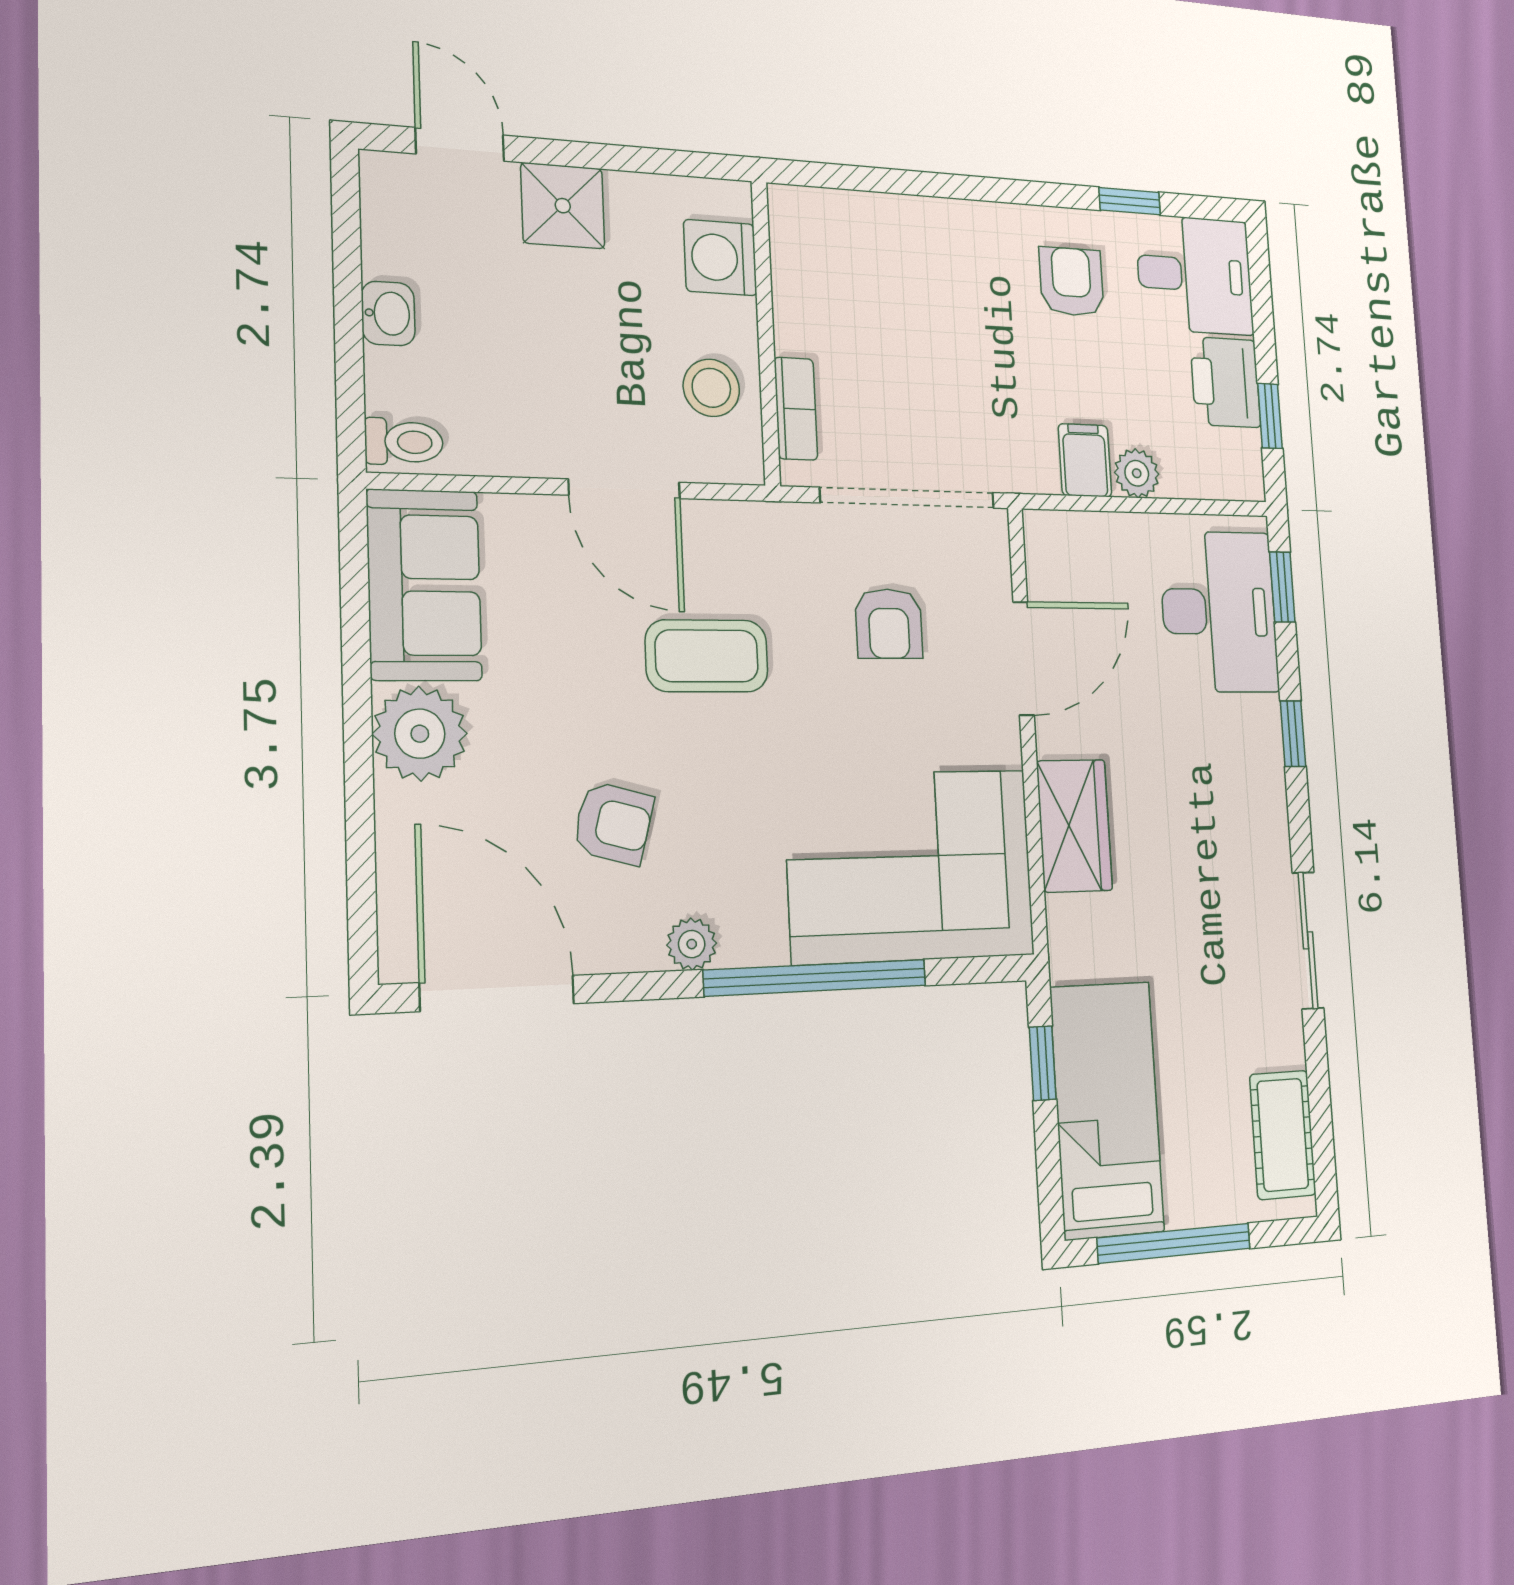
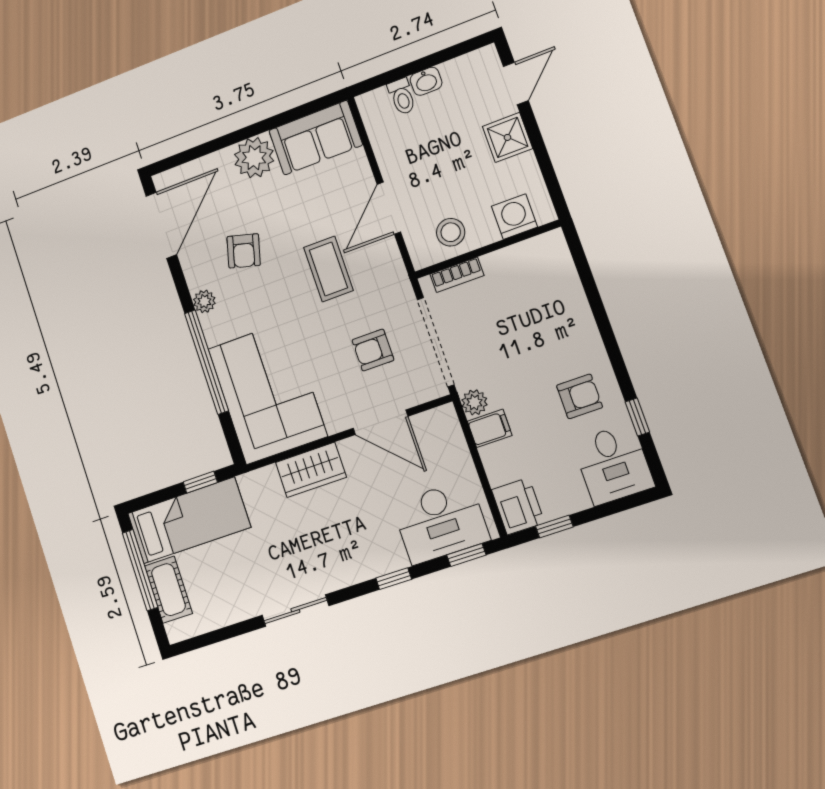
printer: (1225, 382) -> (518, 506), moved, turned 90
toilet: (404, 442) -> (402, 96), moved
plant: (1137, 473) -> (474, 402), moved
cot: (1283, 1135) -> (168, 590), moved, turned 90

